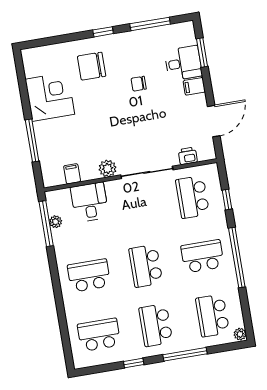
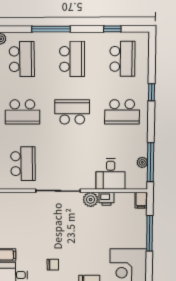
printer: (188, 156) -> (106, 199), moved
filing cabinet: (72, 174) -> (141, 200), moved
school desk: (146, 266) -> (72, 112), turned -90
window: (60, 303) -> (152, 92), added
school desk: (99, 335) -> (122, 59), turned -90
window: (134, 363) -> (112, 29), moved

